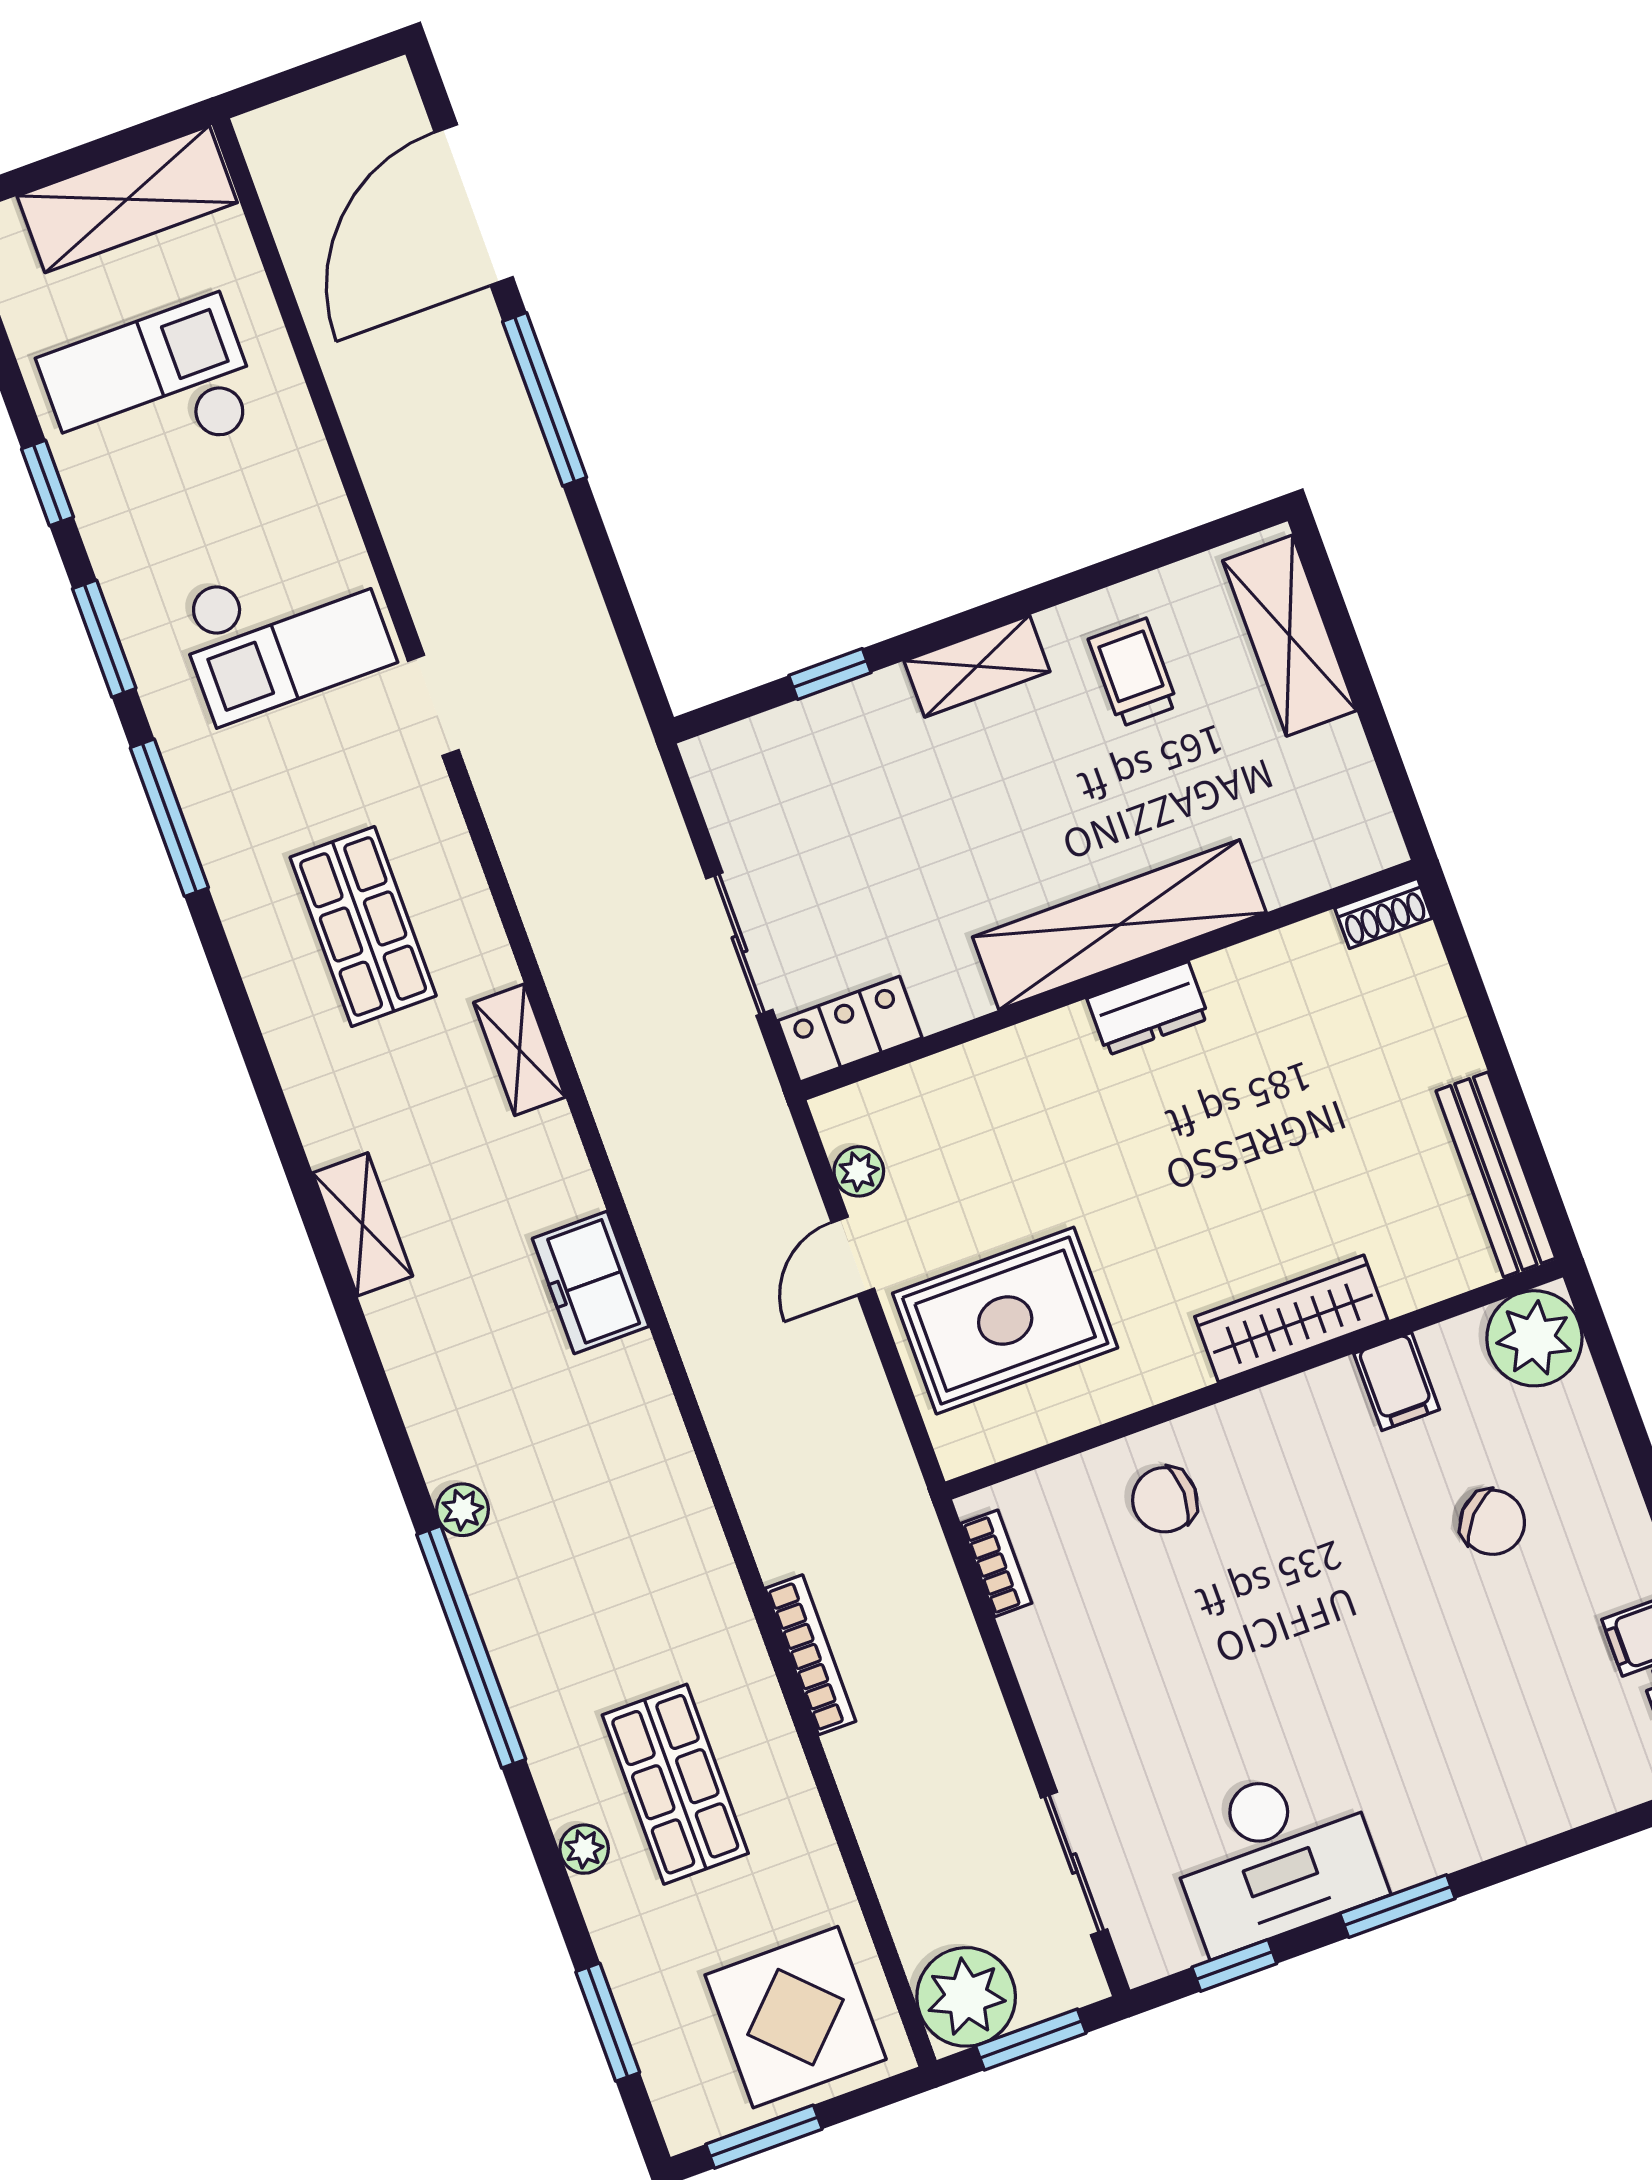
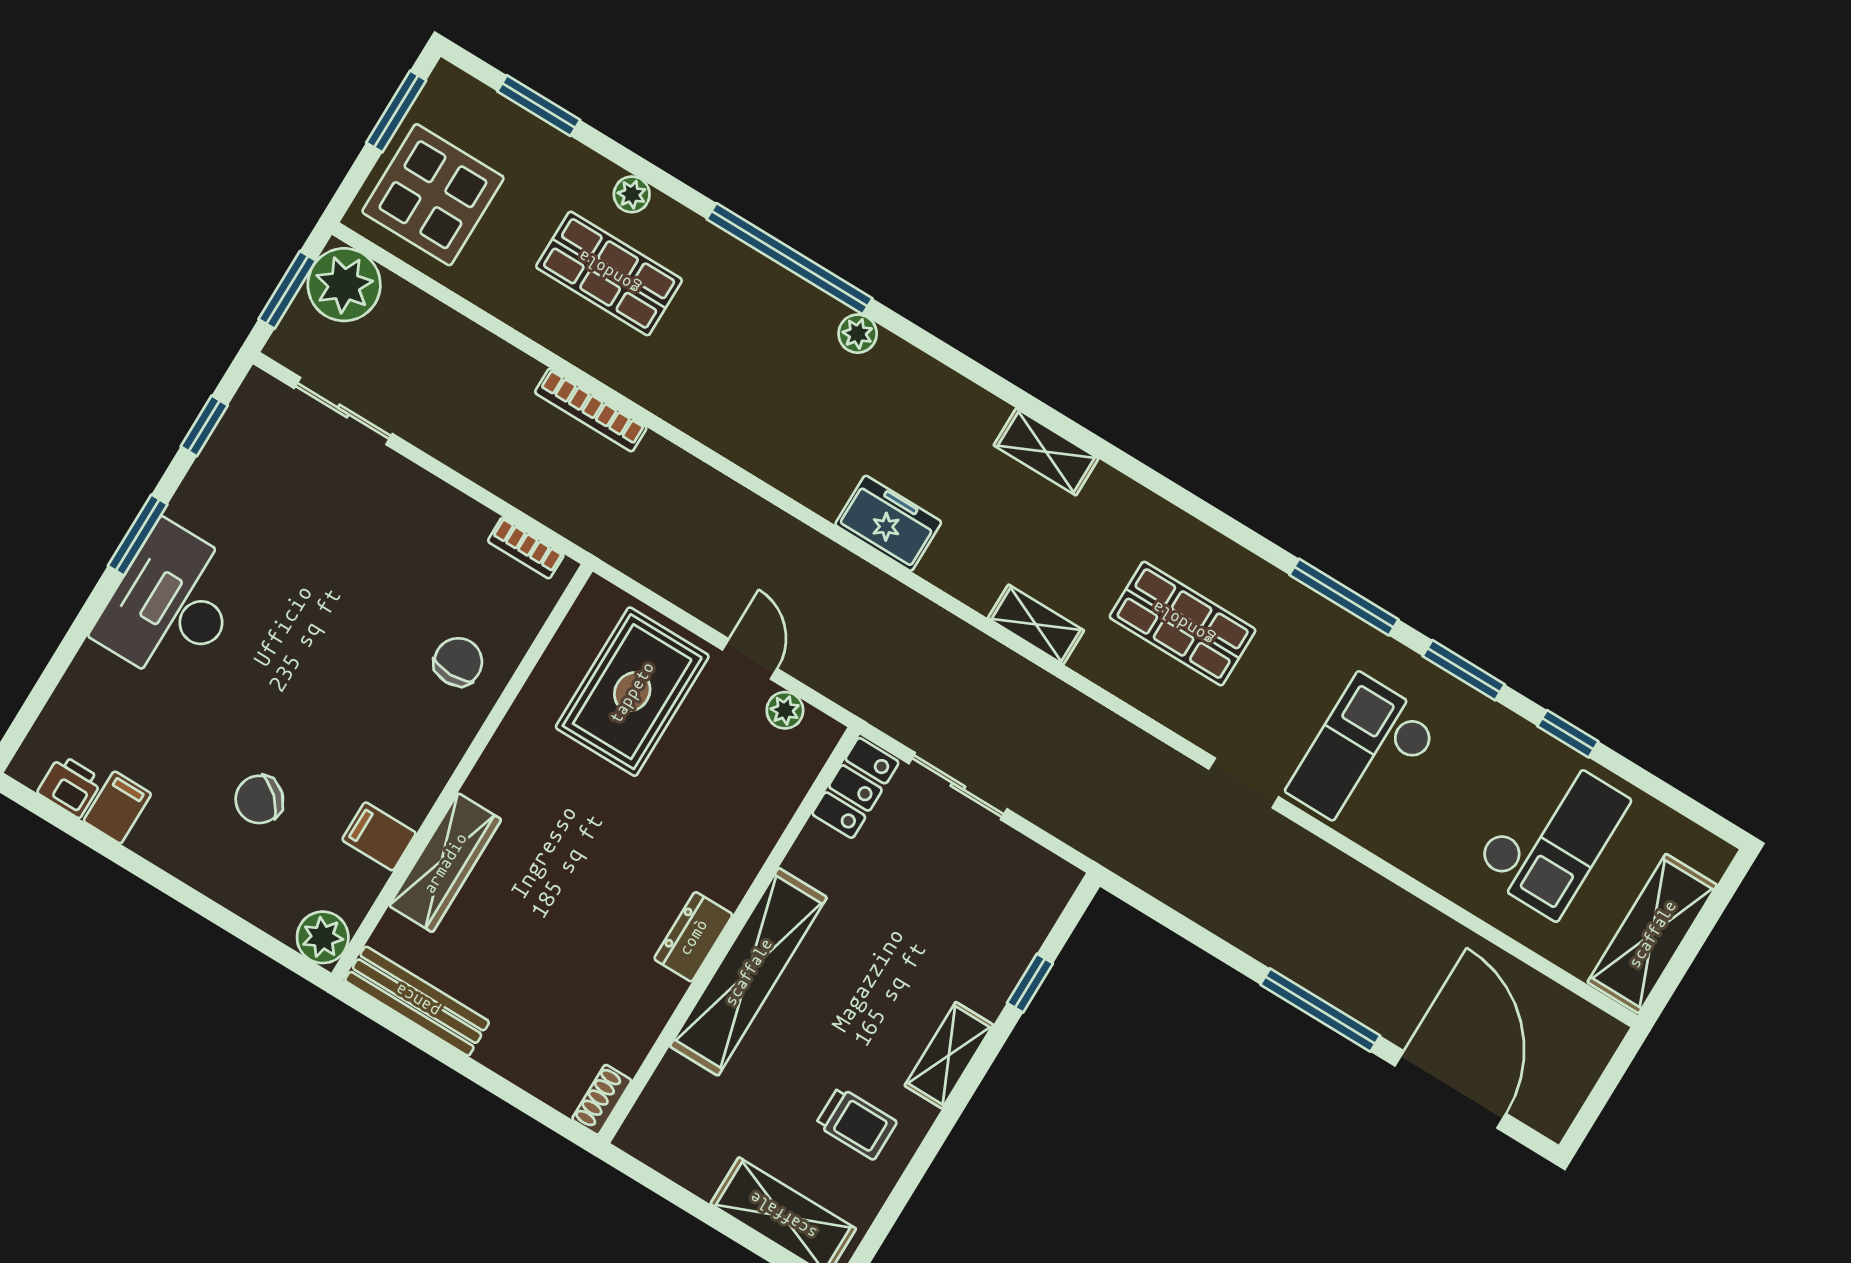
wardrobe: (1291, 1319) -> (445, 863), moved
plant: (1534, 1338) -> (323, 937), width x0.73, depth x0.73
desk: (1275, 1856) -> (172, 605), moved

